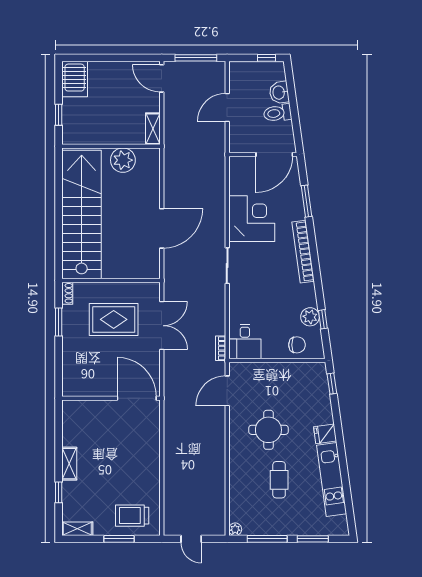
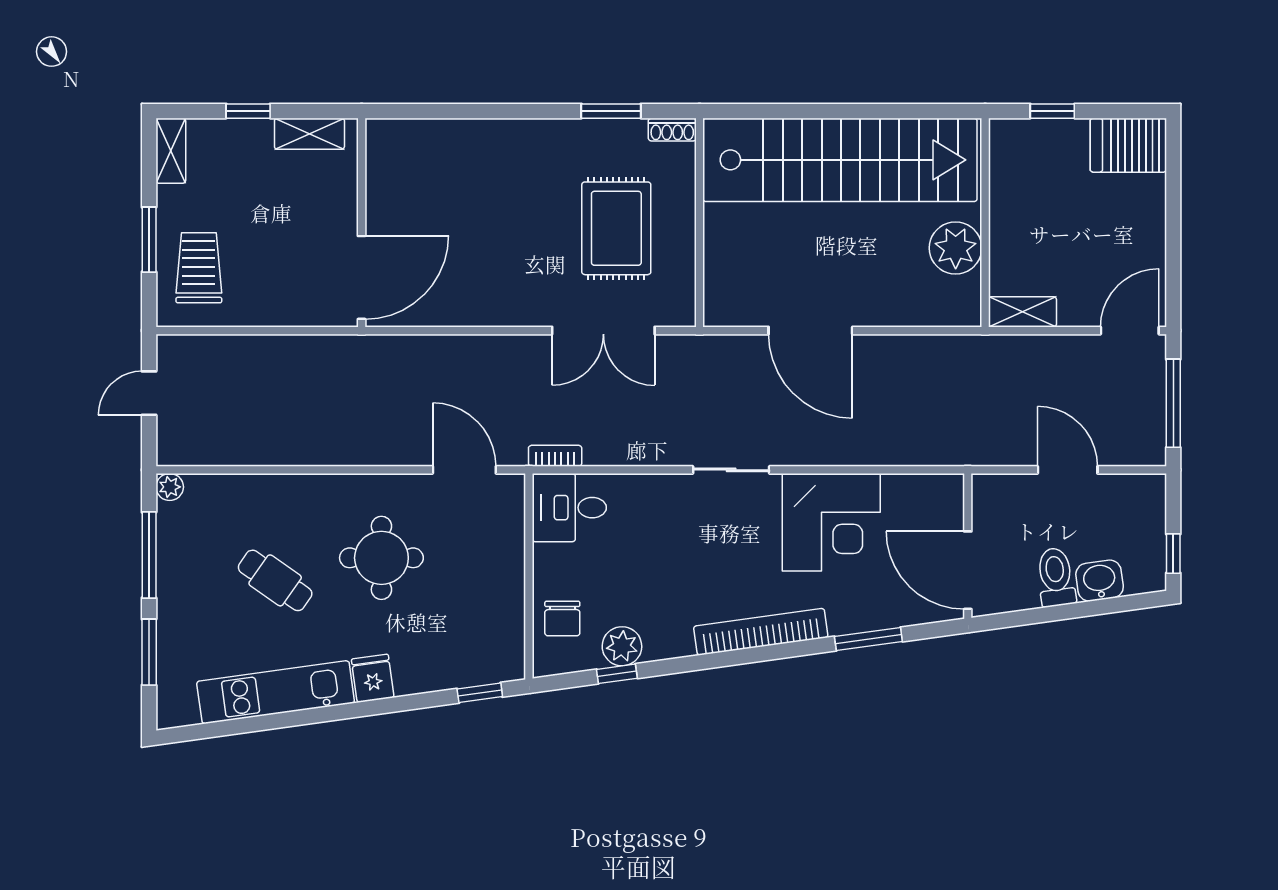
wall: (111, 398) -> (362, 223), moved
door: (137, 398) -> (362, 277), moved
cafe table: (279, 480) -> (275, 580), turned 35

